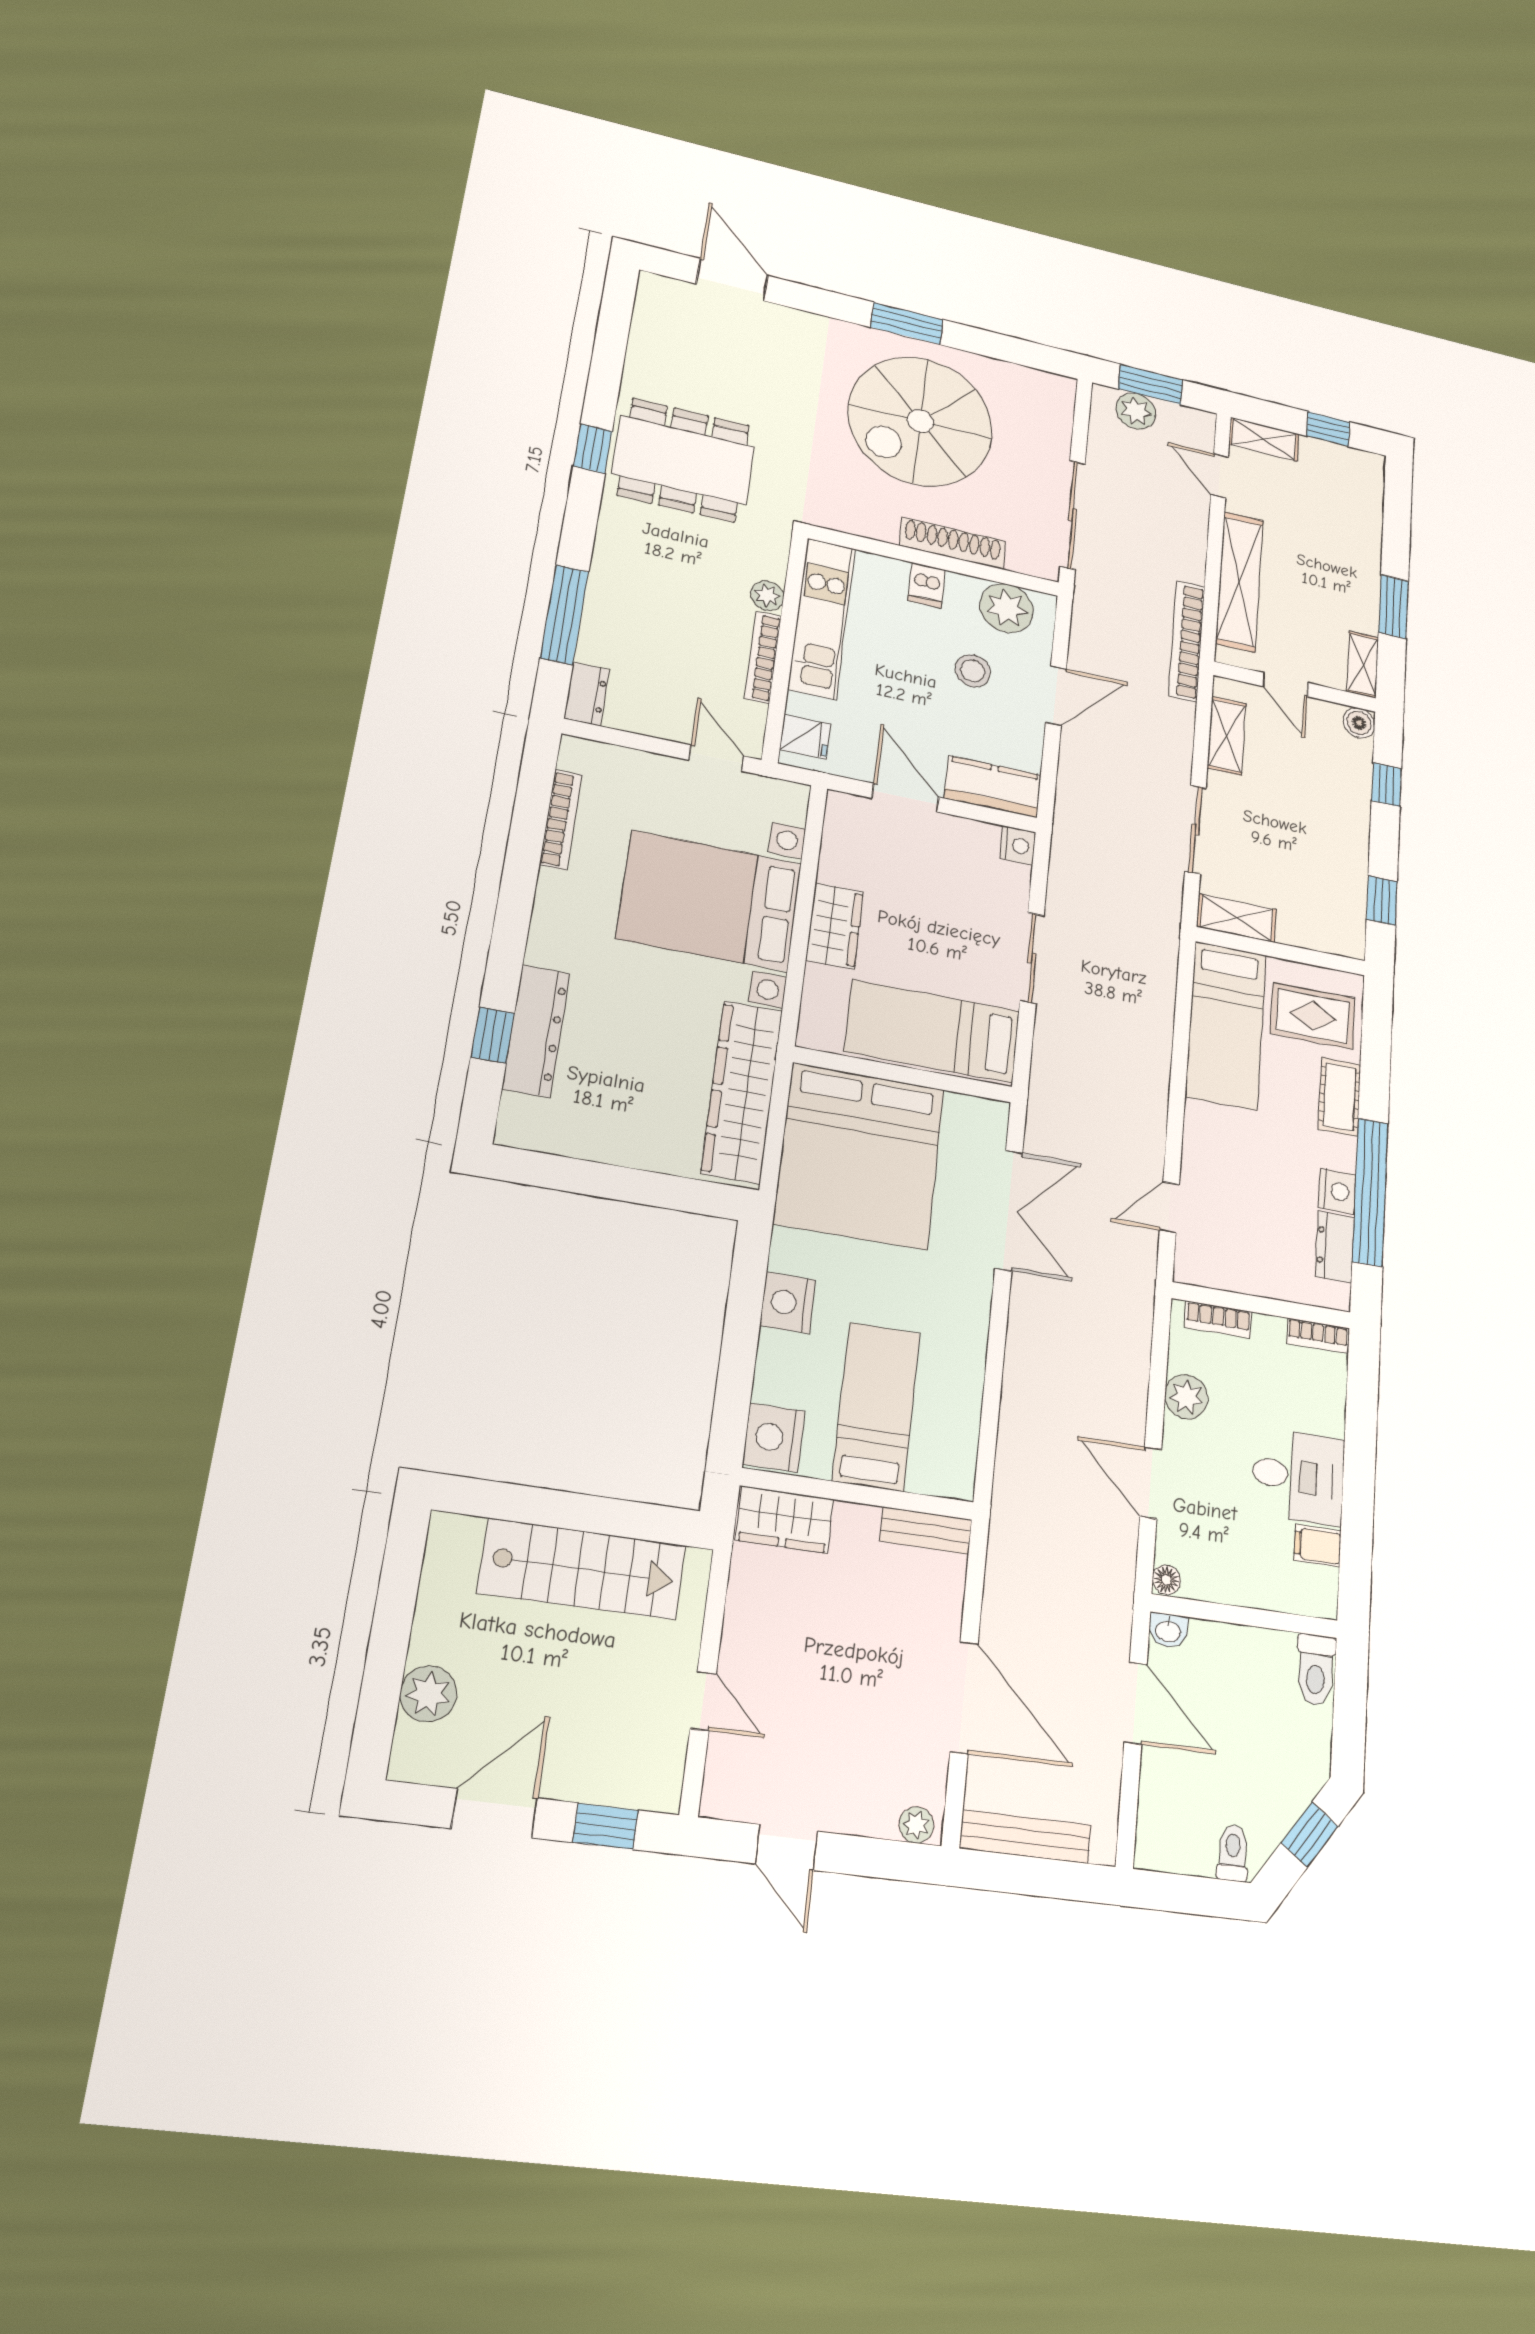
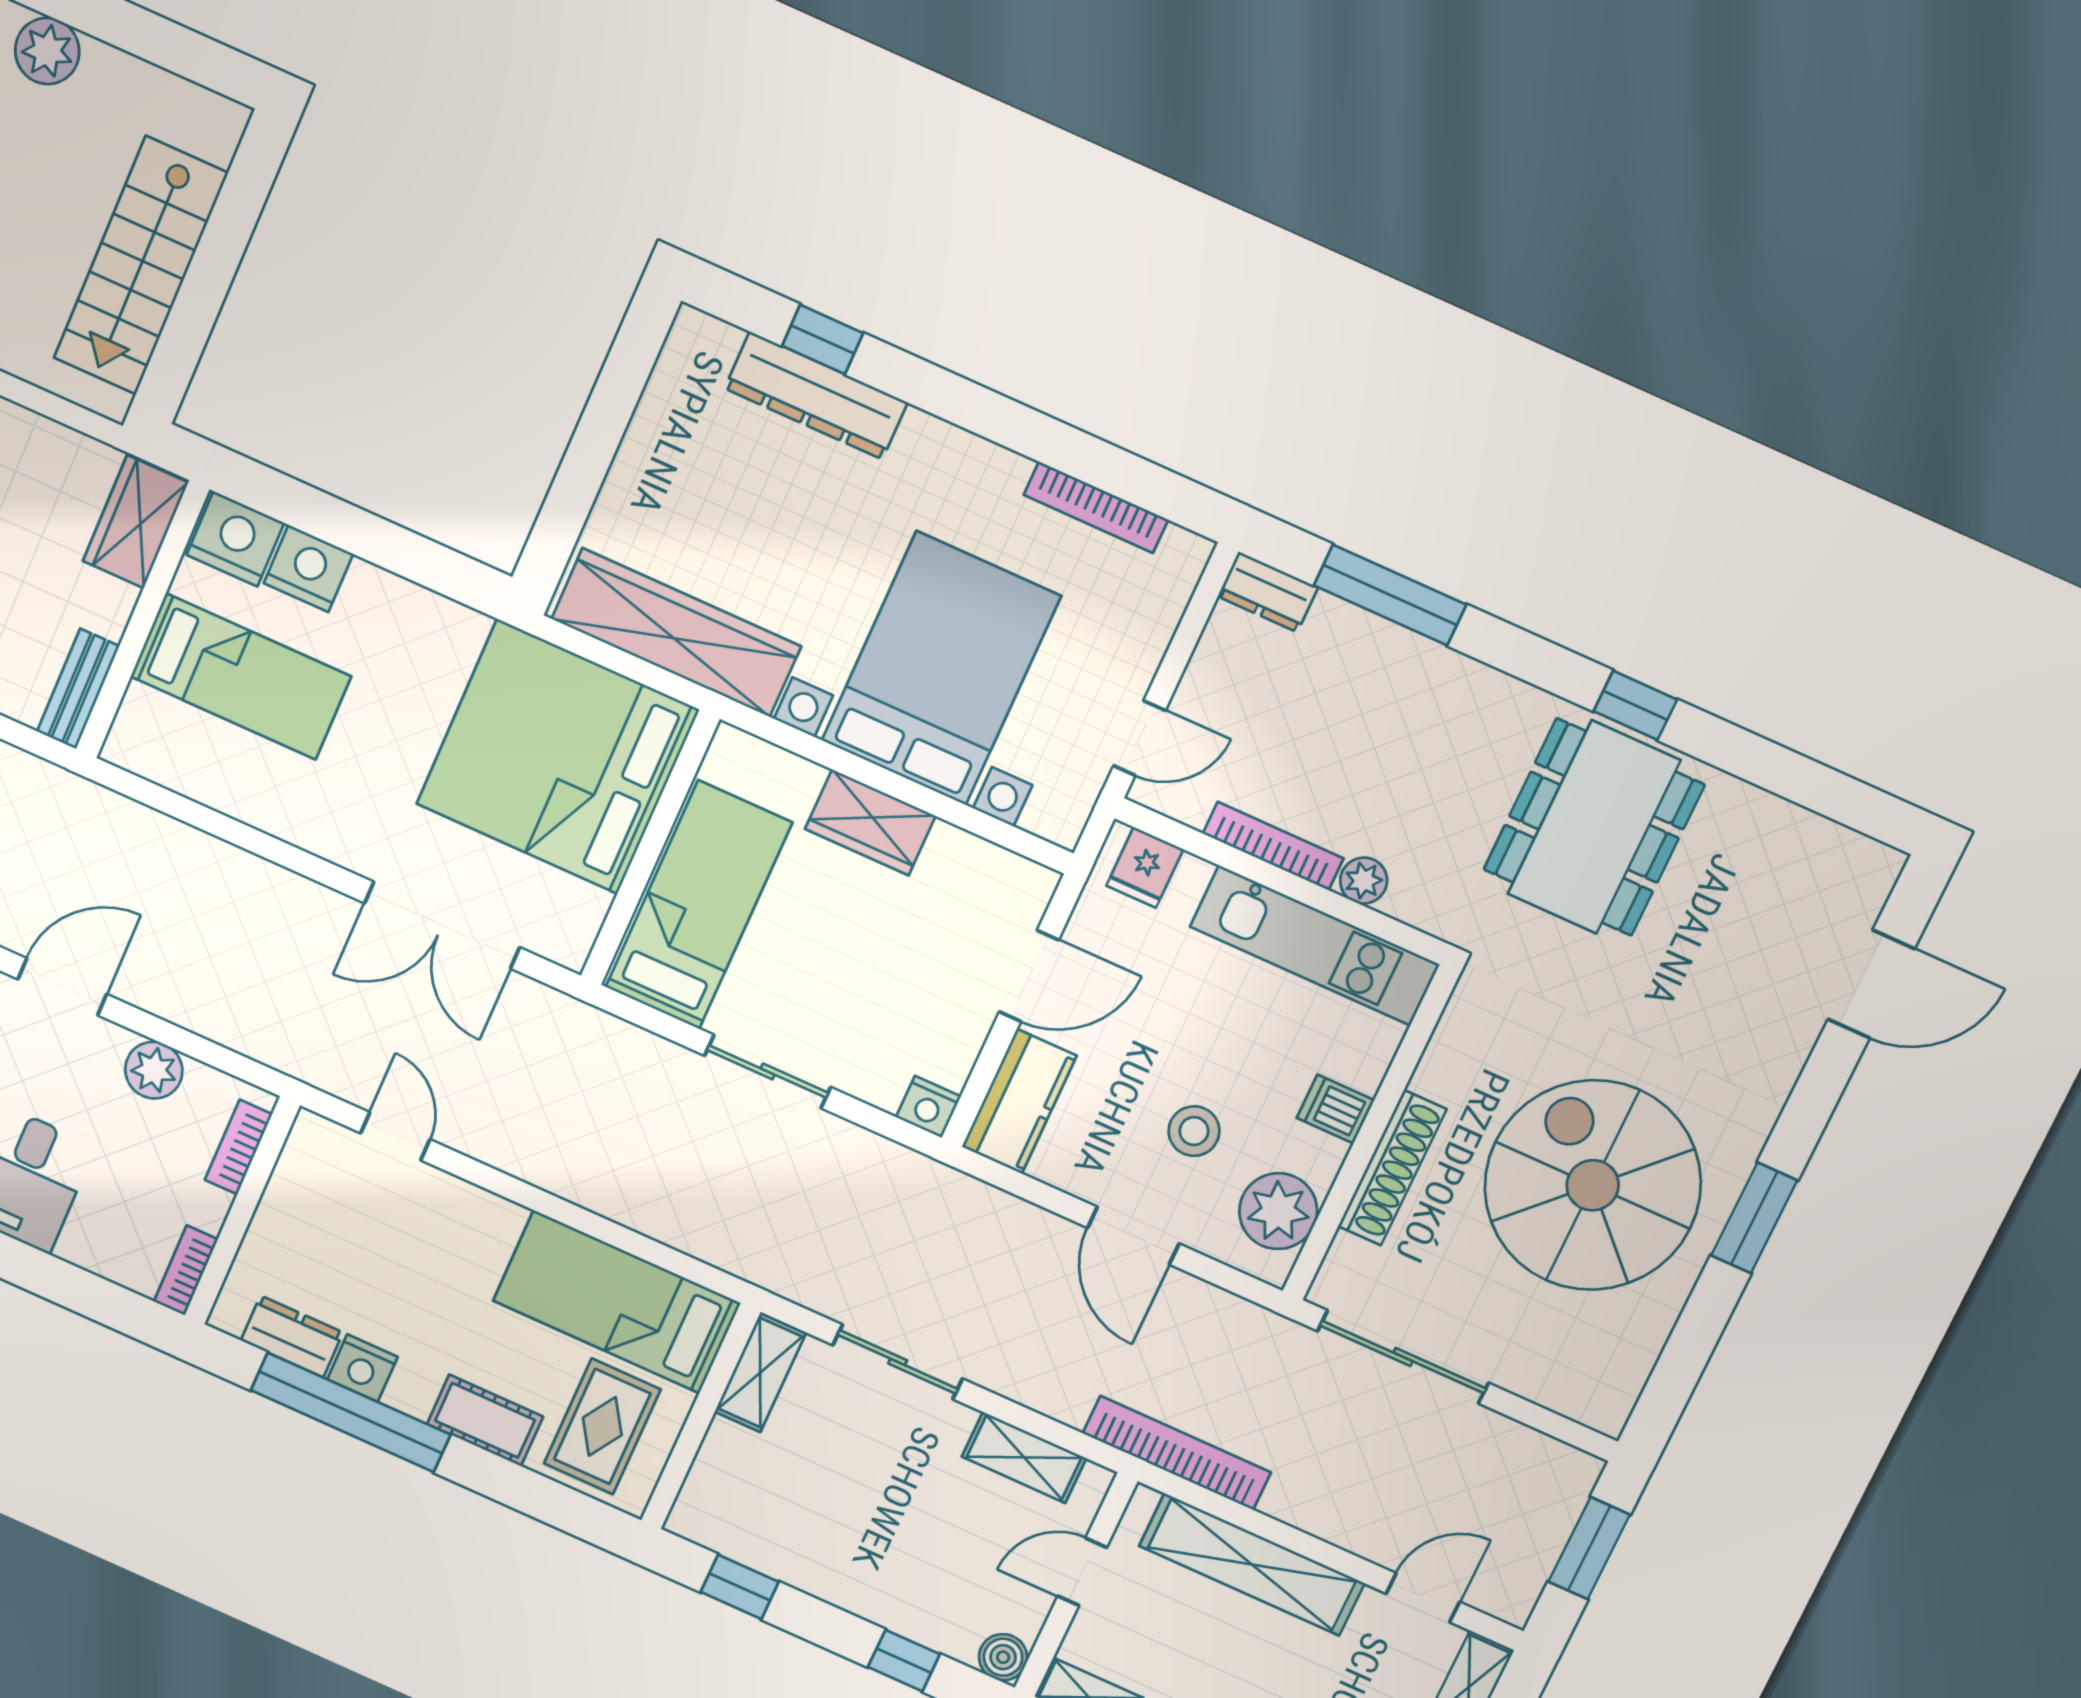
plant: (1136, 411) -> (1550, 1510), removed
nightstand: (788, 1303) -> (308, 568), moved

